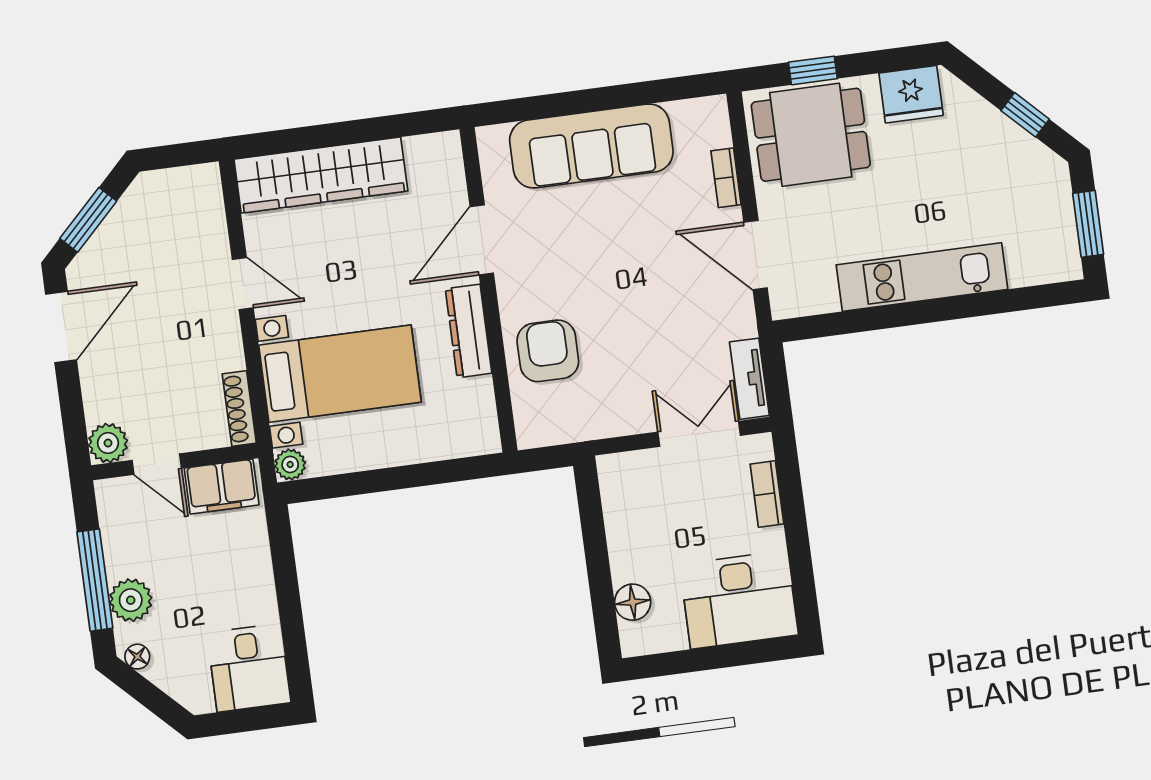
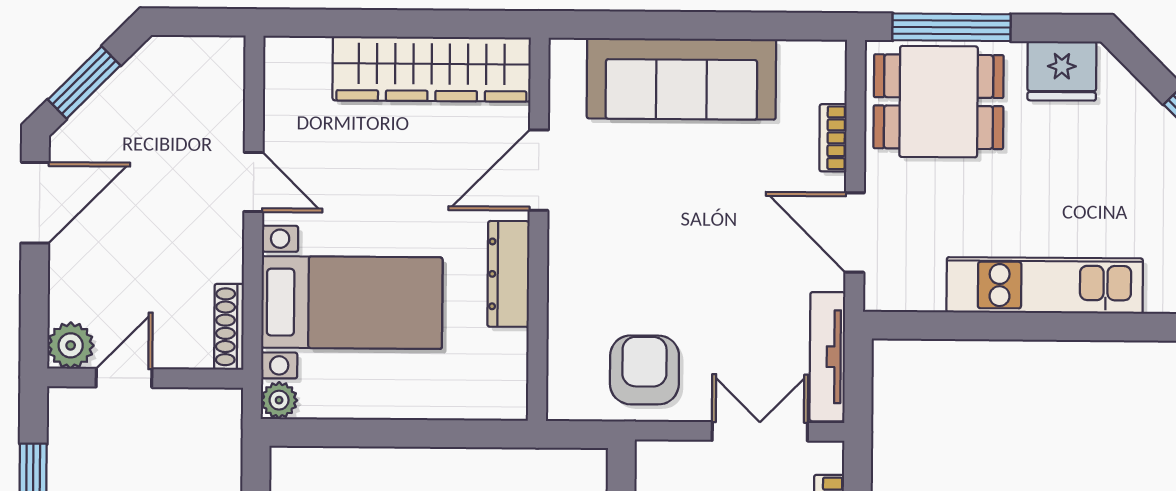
window: (813, 70) -> (952, 27), width x2.17
wardrobe: (321, 175) -> (432, 69), moved
armchair: (548, 351) -> (644, 370), moved
tv unit: (749, 379) -> (827, 357), width x1.41
door: (157, 464) -> (124, 378), swing flipped
filing cabinet: (222, 486) -> (196, 415), removed

